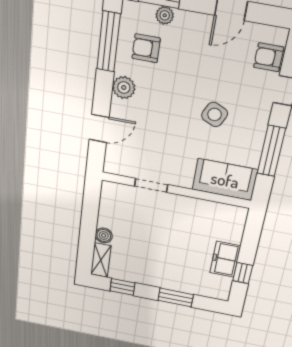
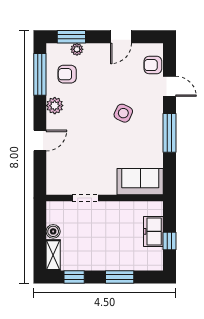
sofa: (225, 180) -> (140, 182), moved
doorway: (151, 185) -> (85, 198), moved
wall: (176, 190) -> (105, 198), moved

